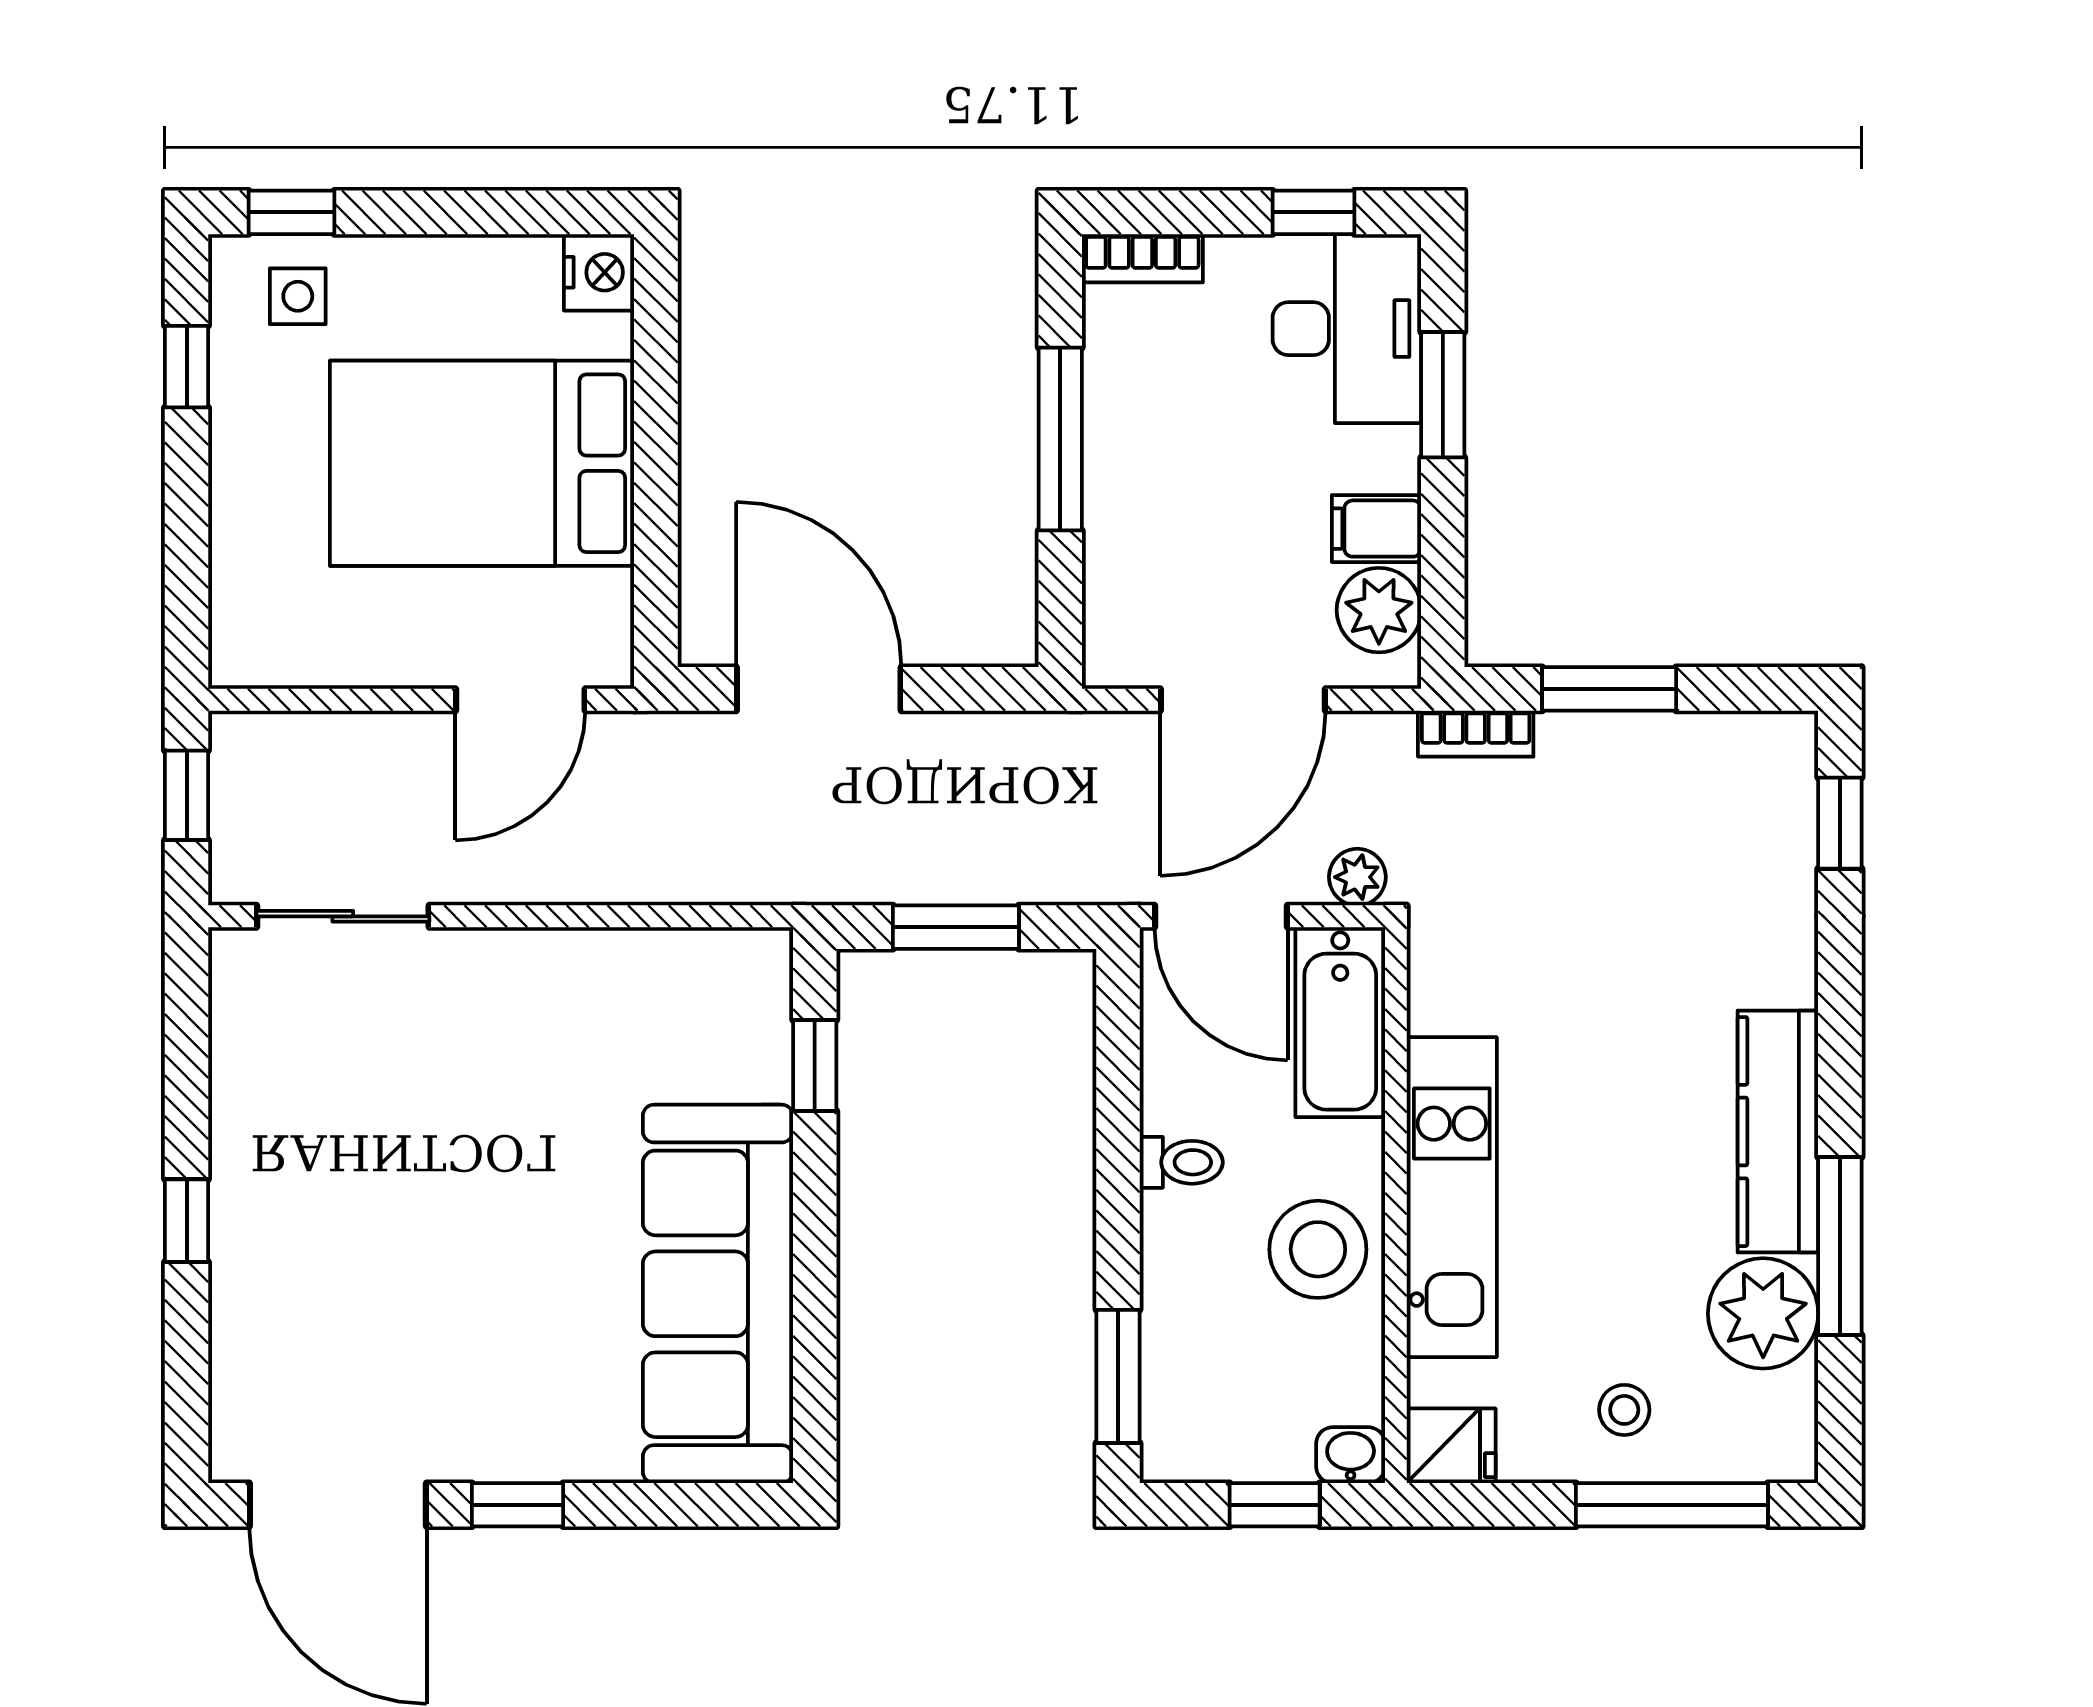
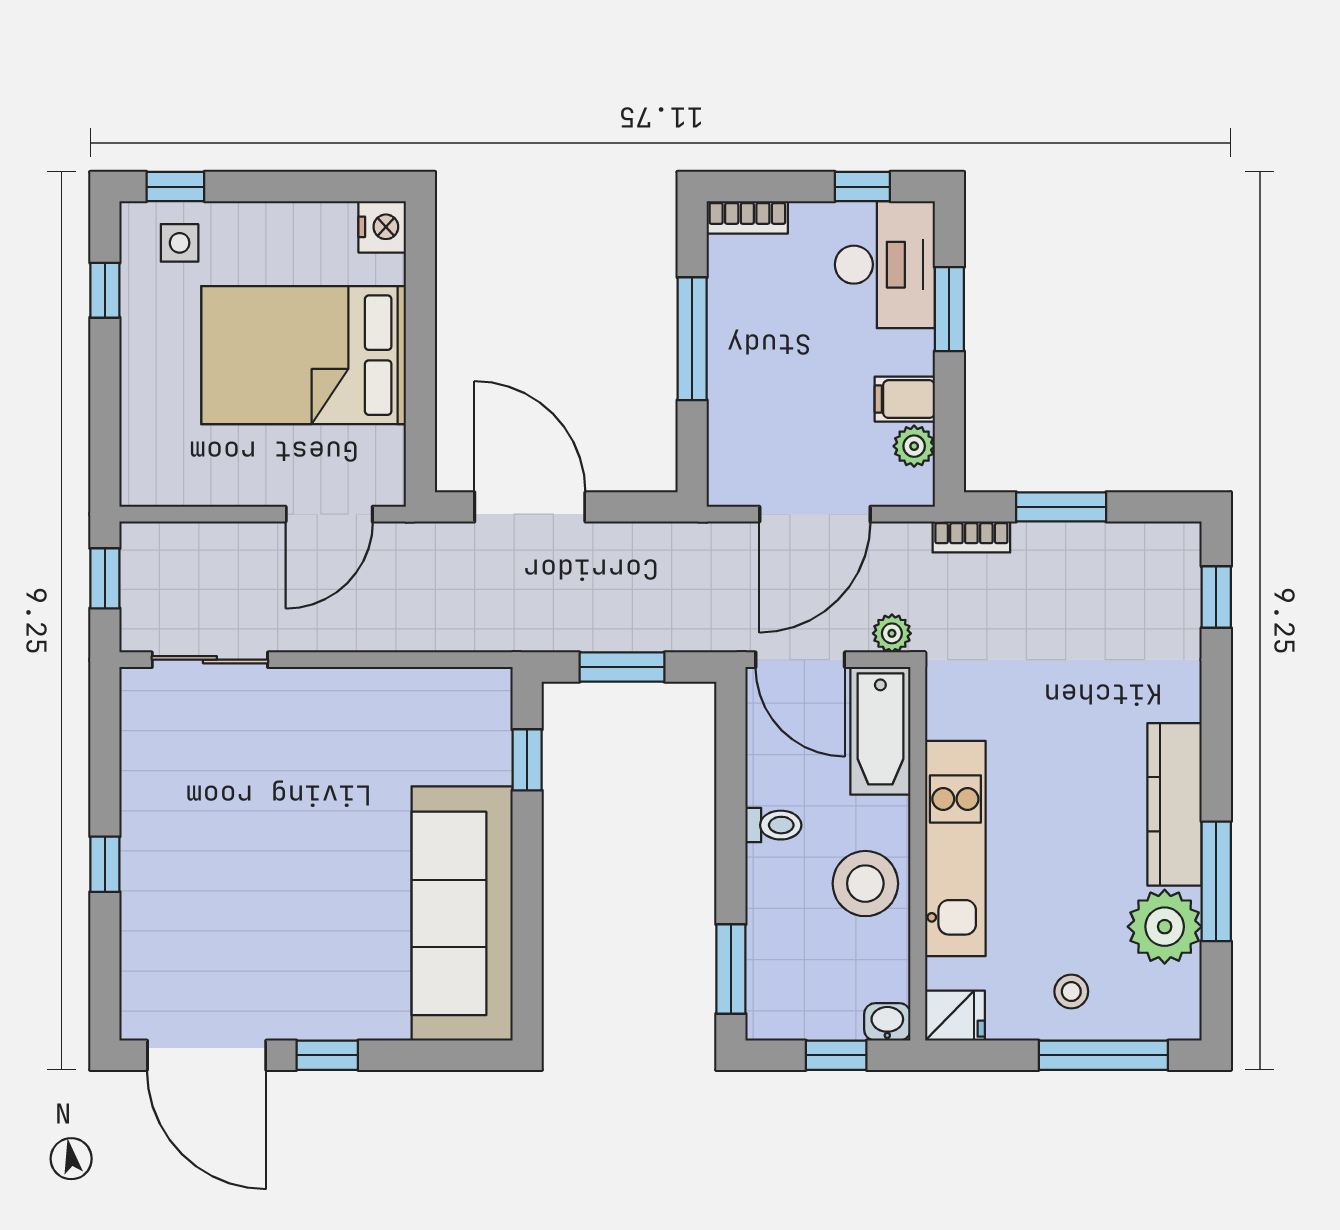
plant: (1379, 610) -> (914, 446), width x0.73, depth x0.73

